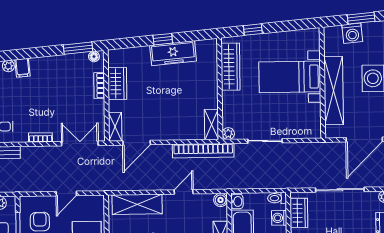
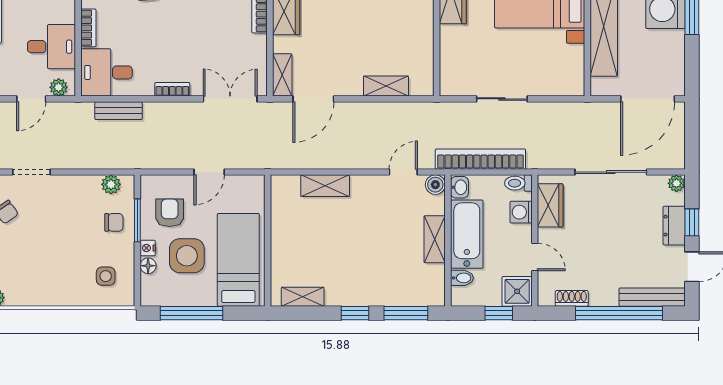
shelving: (212, 125) -> (386, 86), moved, turned 90
plant: (228, 134) -> (448, 87), removed
bookcase: (203, 151) -> (480, 159), moved, turned 180
door: (184, 192) -> (403, 172), moved
shelving: (137, 204) -> (325, 186), width x0.67, depth x0.75

